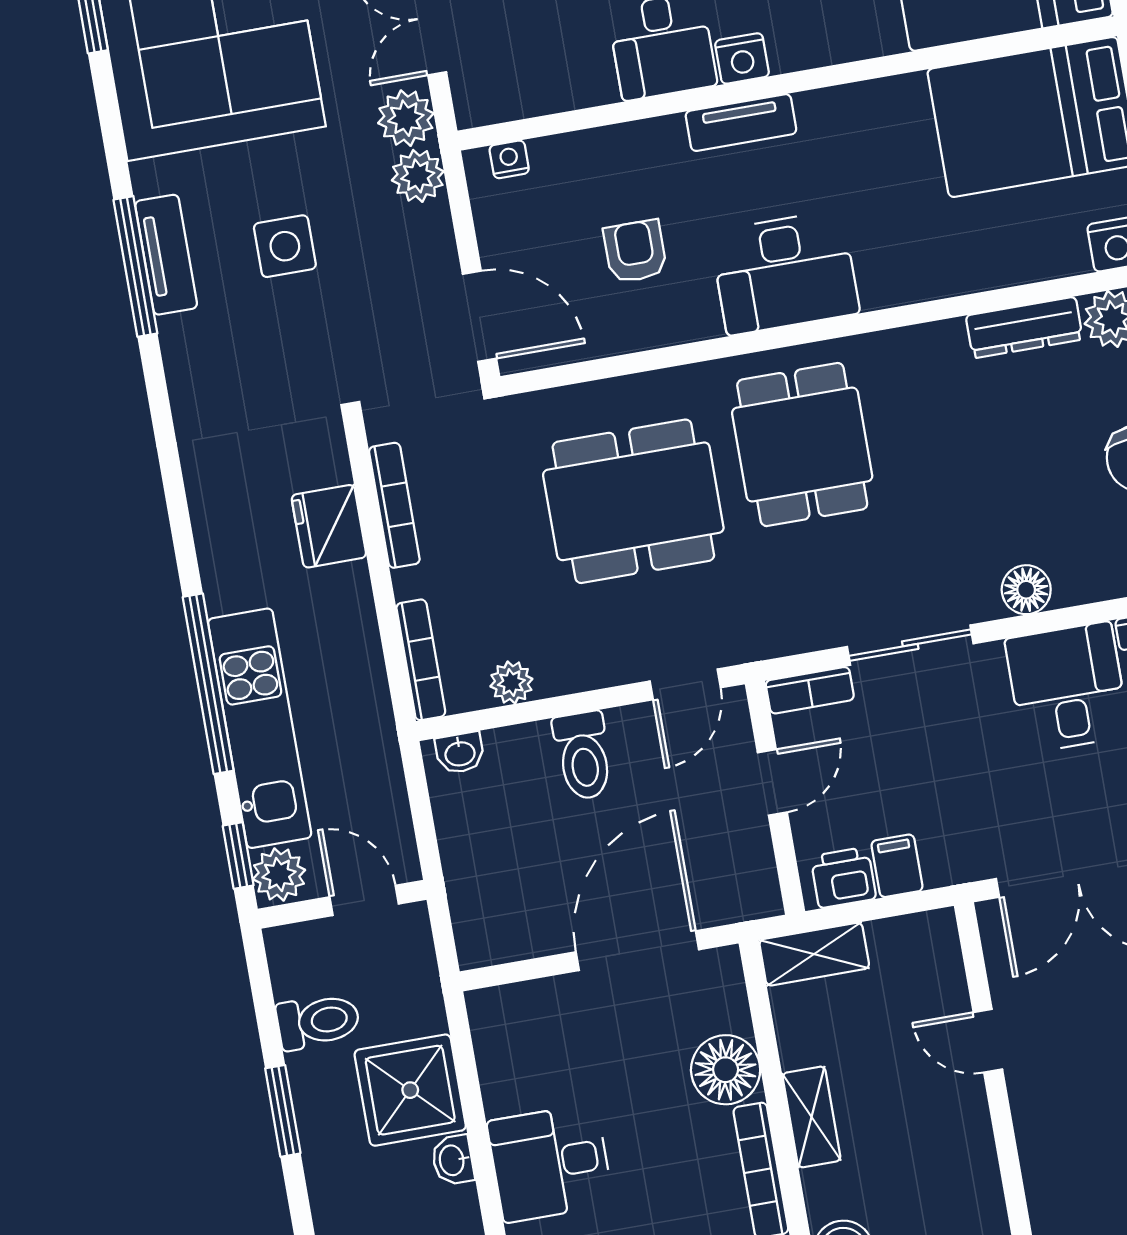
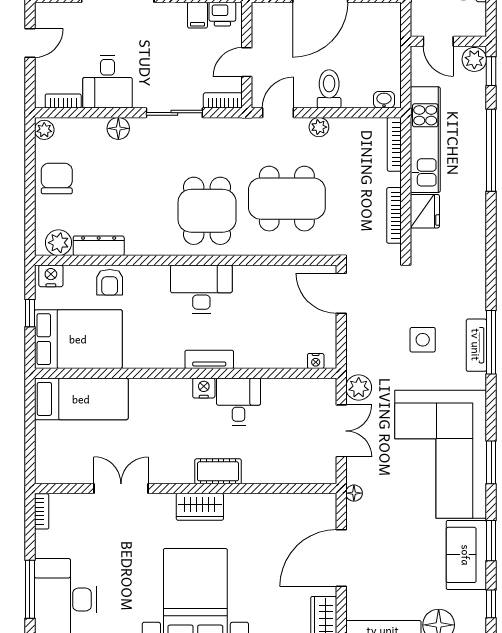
plant: (418, 176) -> (358, 361), removed
armchair: (635, 251) -> (110, 282), moved
plant: (511, 683) -> (319, 127), moved
kitchen unit: (260, 728) -> (425, 140), moved, turned 180

